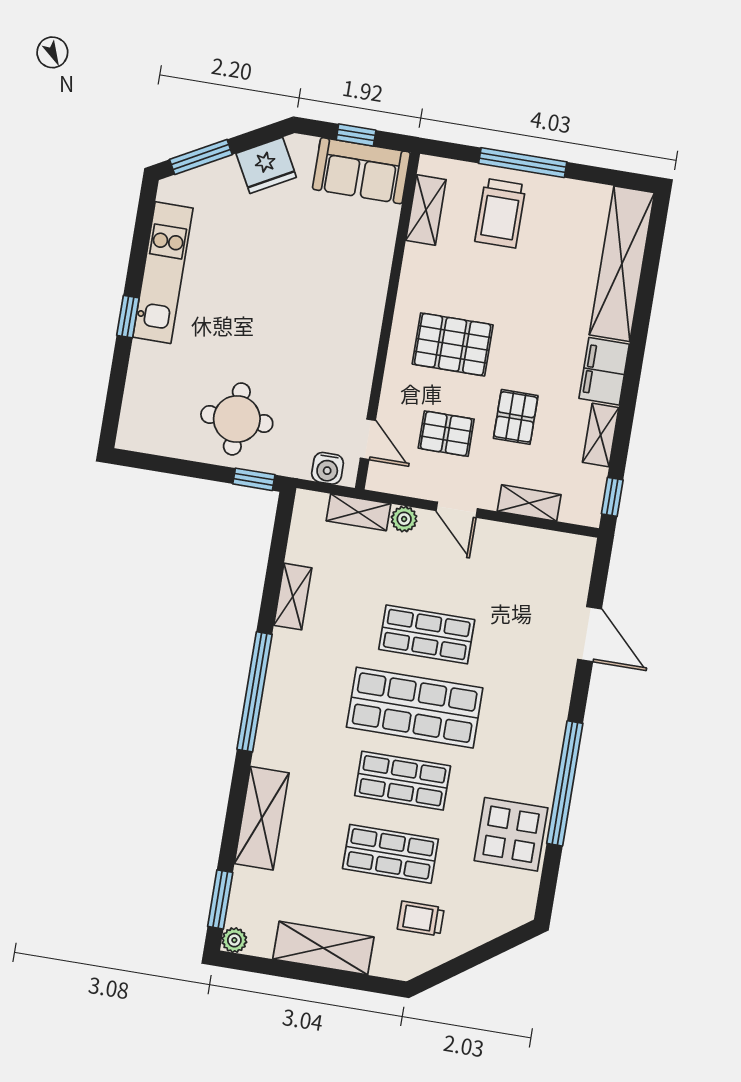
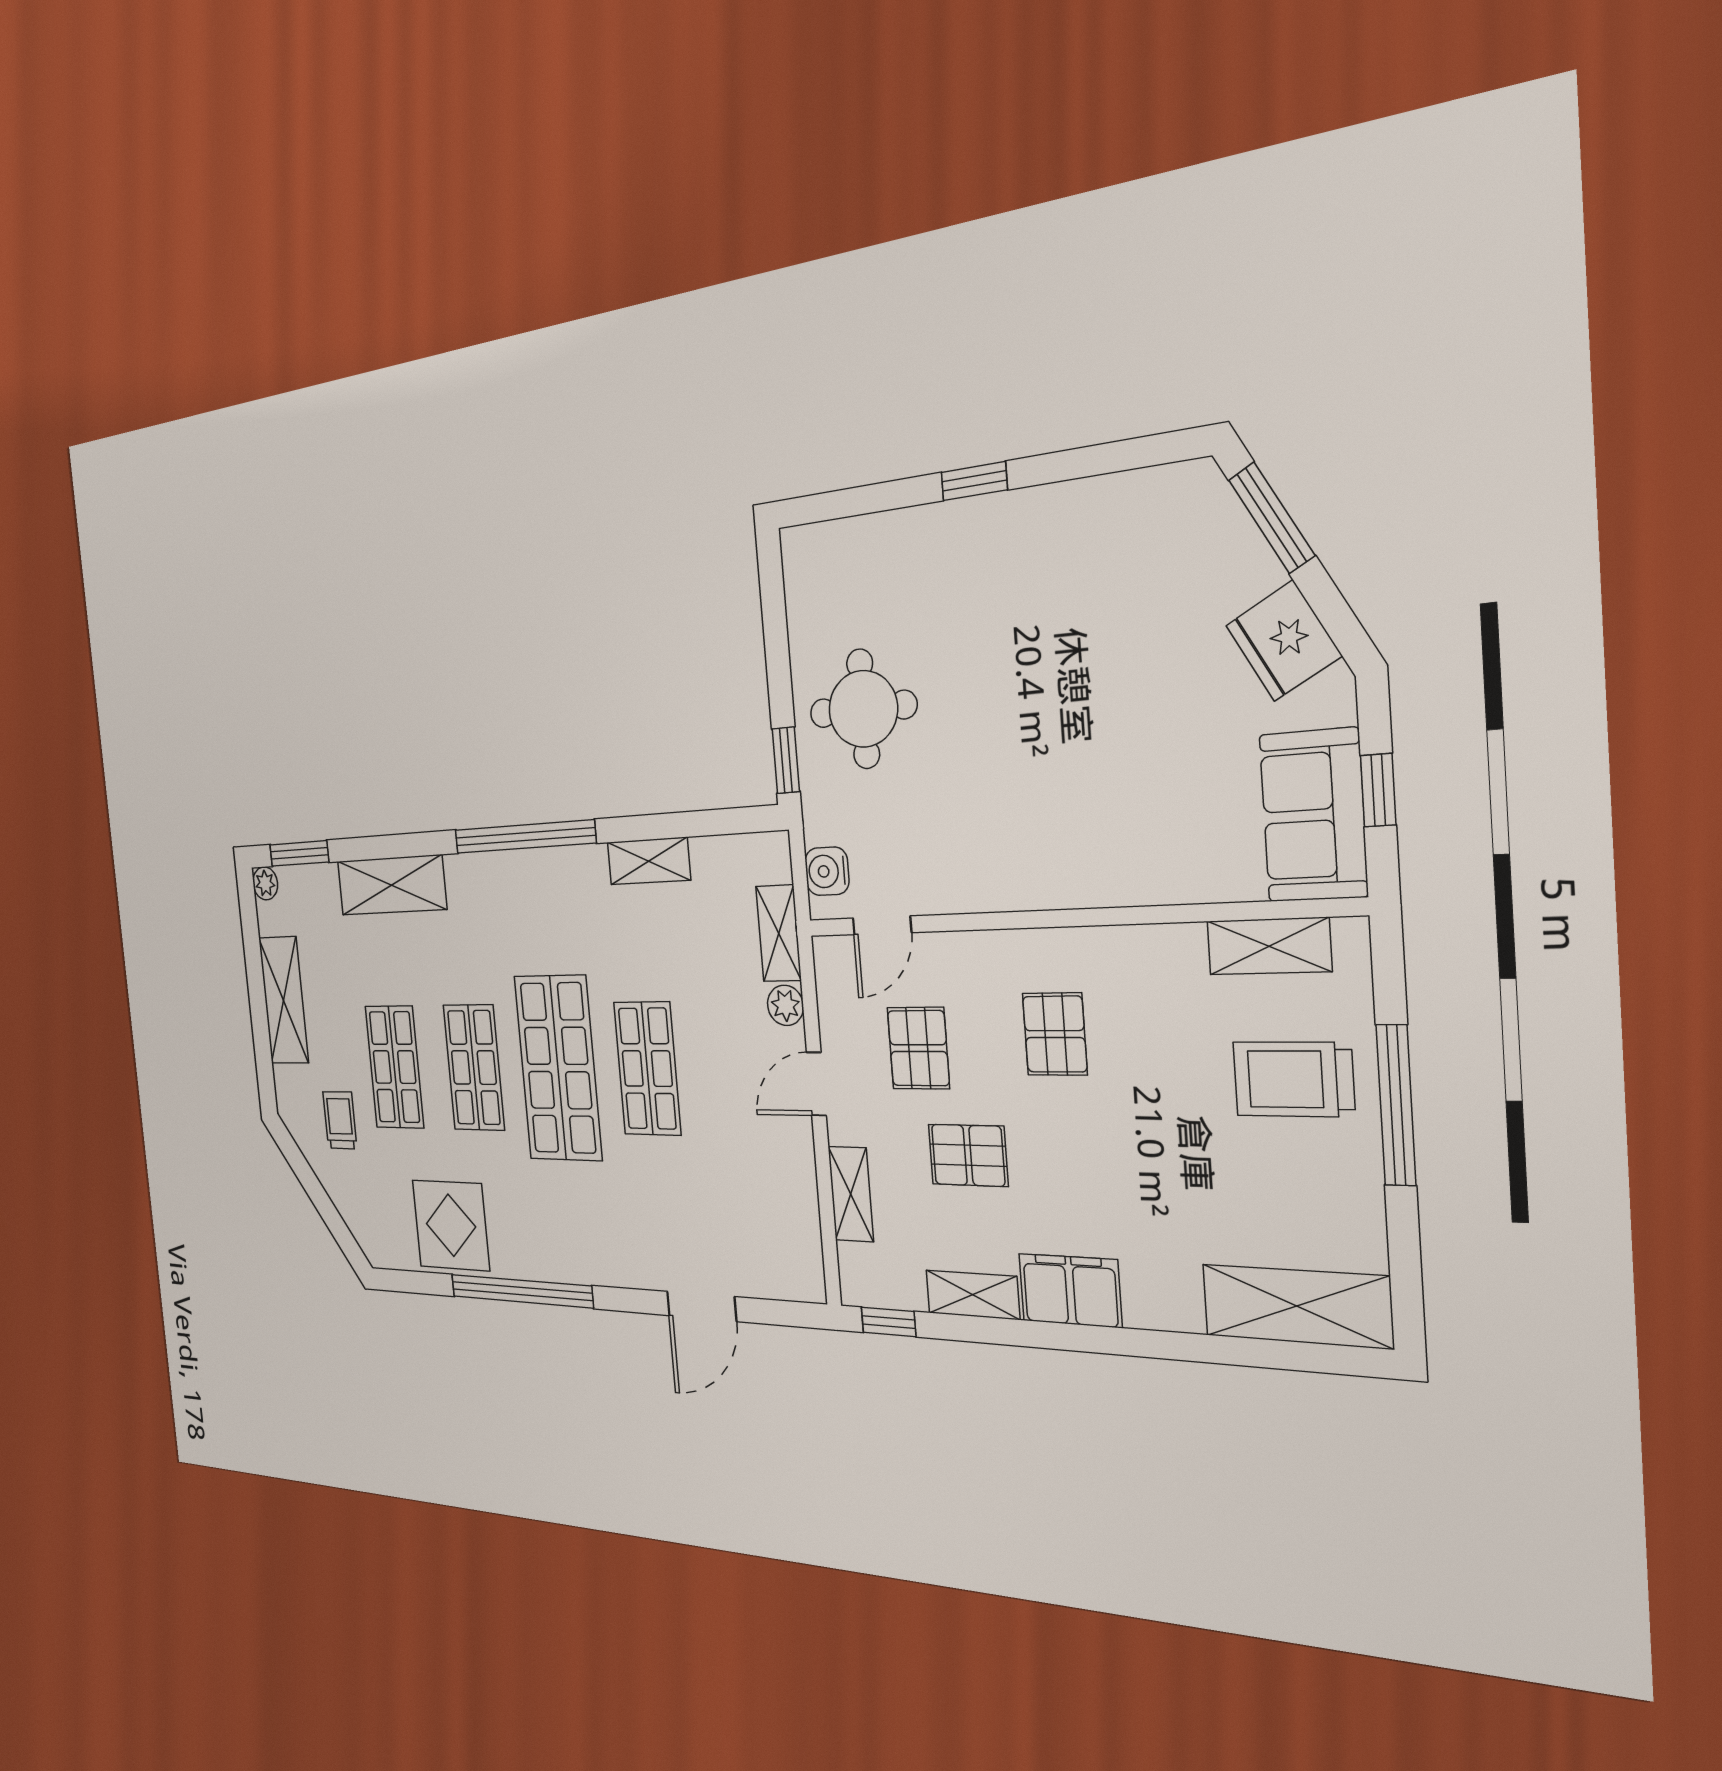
shelving: (622, 264) -> (1296, 1306), width x0.68
kitchen unit: (163, 273) -> (1057, 516), removed
pallet: (453, 344) -> (1055, 1034), width x0.67, depth x0.71

